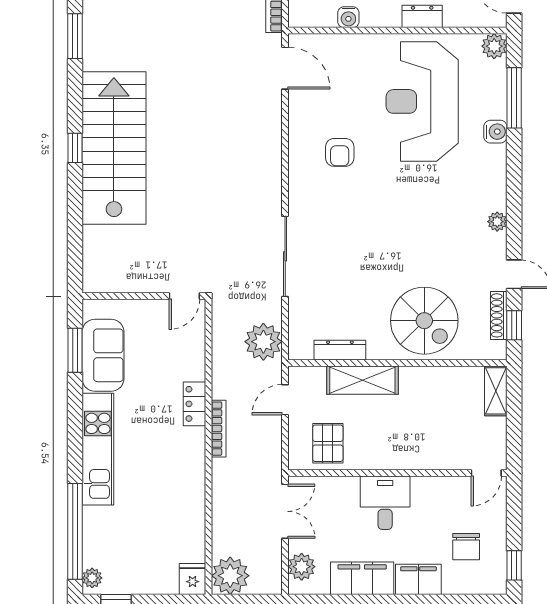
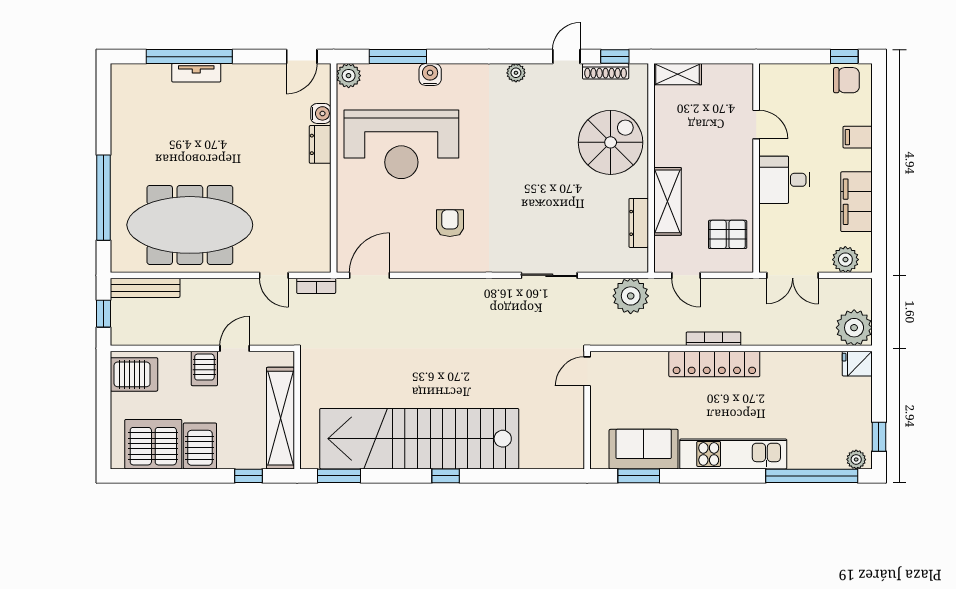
water cooler: (348, 17) -> (321, 113), moved
stairs: (114, 148) -> (419, 439), width x1.36
armchair: (340, 152) -> (450, 223), turned -90
sliding door: (285, 256) -> (549, 275), width x0.73
door: (184, 296) -> (587, 371), swing flipped
locker: (194, 404) -> (714, 364), width x2.16, depth x1.21
door: (486, 473) -> (756, 125), moved
double door: (285, 511) -> (793, 275), swing flipped
chair: (466, 547) -> (846, 80), moved
filing cabinet: (418, 579) -> (858, 137), width x0.50

